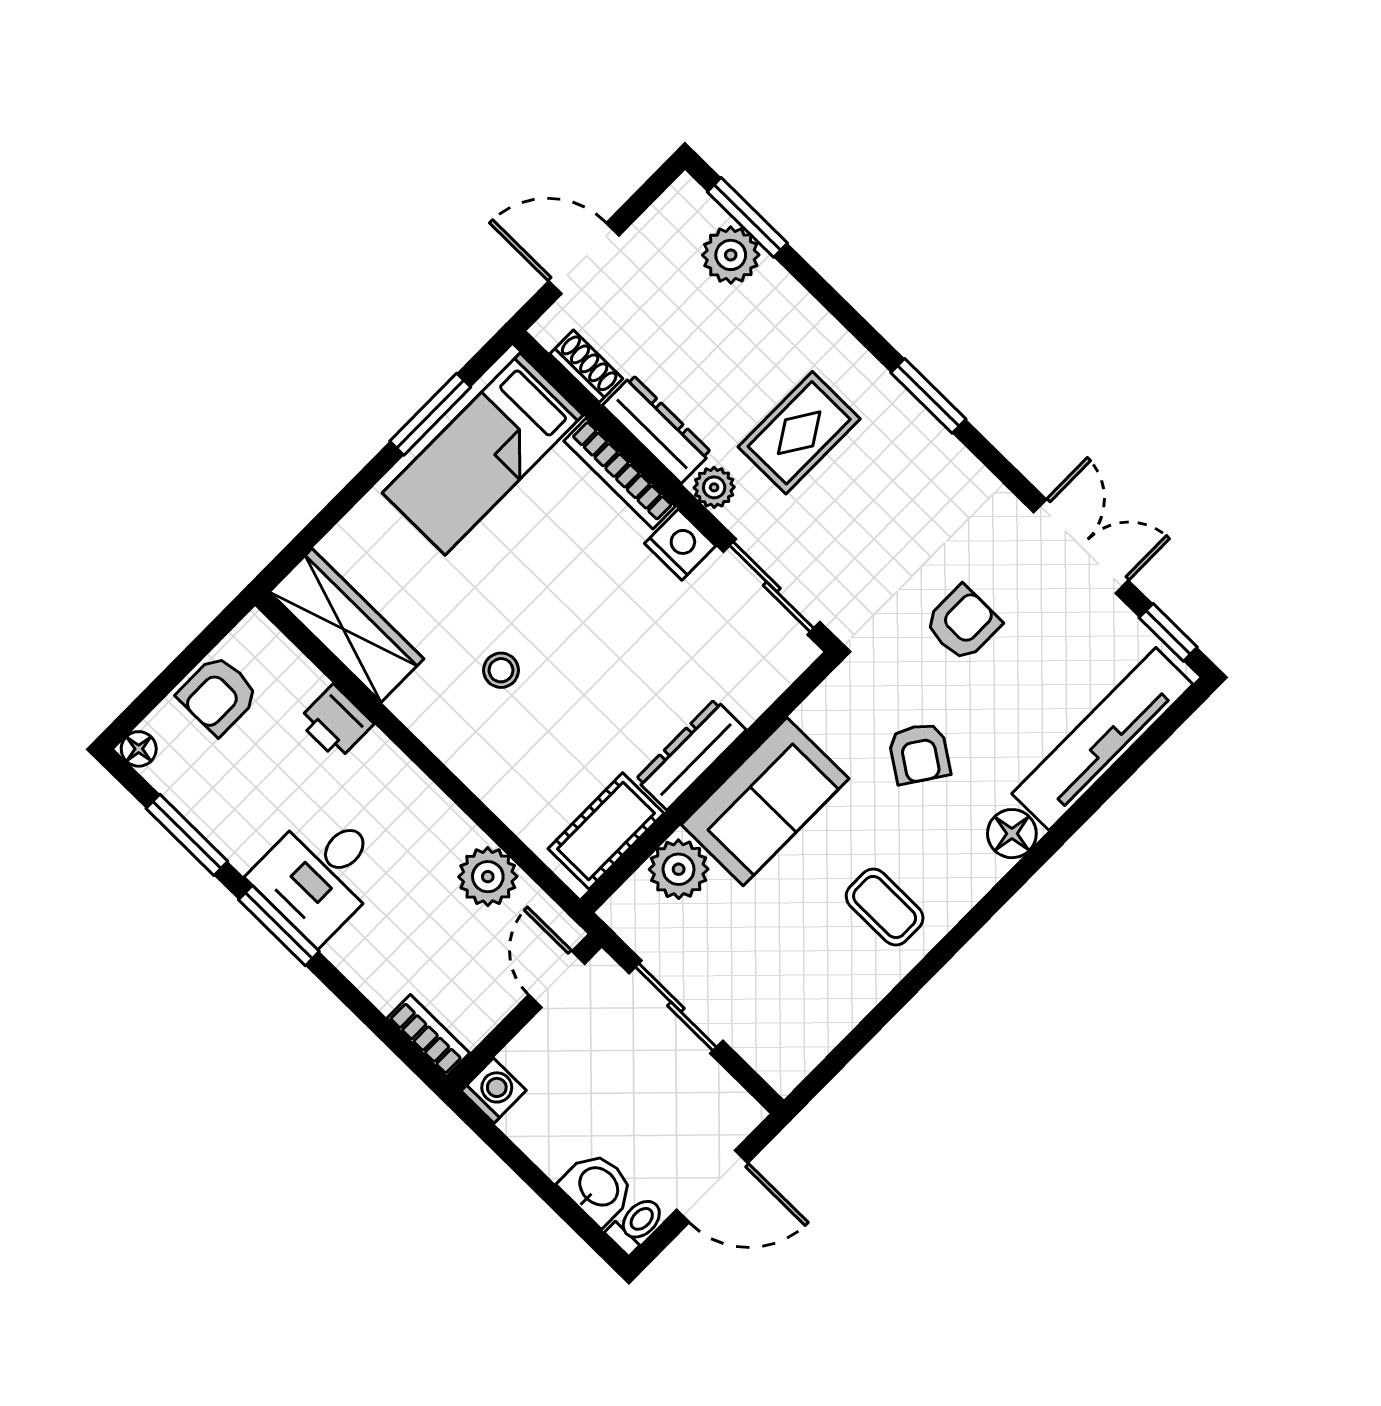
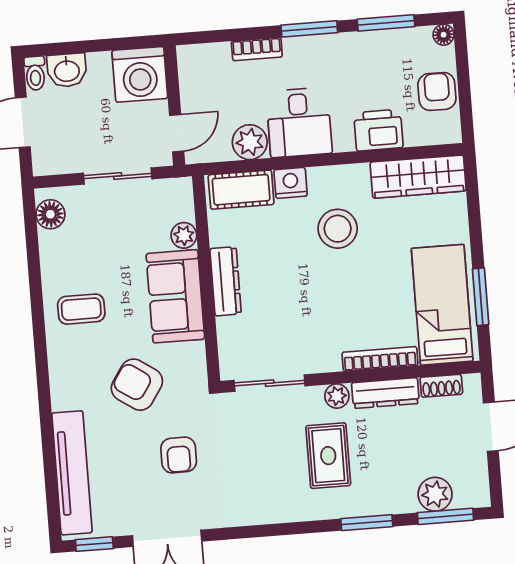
window: (928, 396) -> (367, 523), moved
nightstand: (680, 545) -> (291, 183), moved, turned 180
stool: (501, 670) -> (338, 229), width x1.89, depth x1.89
printer: (336, 722) -> (378, 130), width x1.36, depth x1.24
armchair: (919, 753) -> (137, 385), width x1.38, depth x1.38
cot: (606, 831) -> (241, 190), moved, turned 90
floor lamp: (1012, 834) -> (50, 214), moved
plant: (679, 869) -> (184, 235), width x0.73, depth x0.73
desk: (320, 874) -> (299, 122), moved, turned 180
door: (557, 979) -> (177, 133), hinge flipped
bookcase: (428, 1036) -> (257, 49), moved
washing machine: (494, 1091) -> (140, 74), width x1.89, depth x1.89

